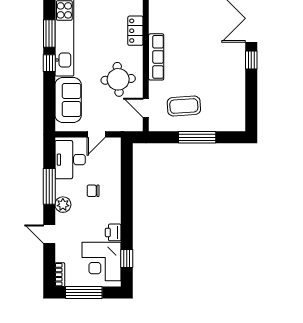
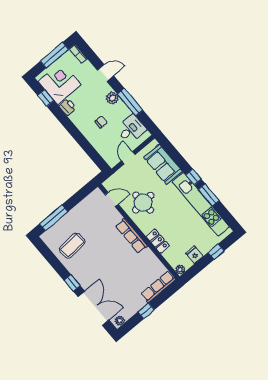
coffee table: (184, 106) -> (72, 246), moved
window: (197, 137) -> (54, 218), moved
desk: (70, 160) -> (131, 129), width x0.73

